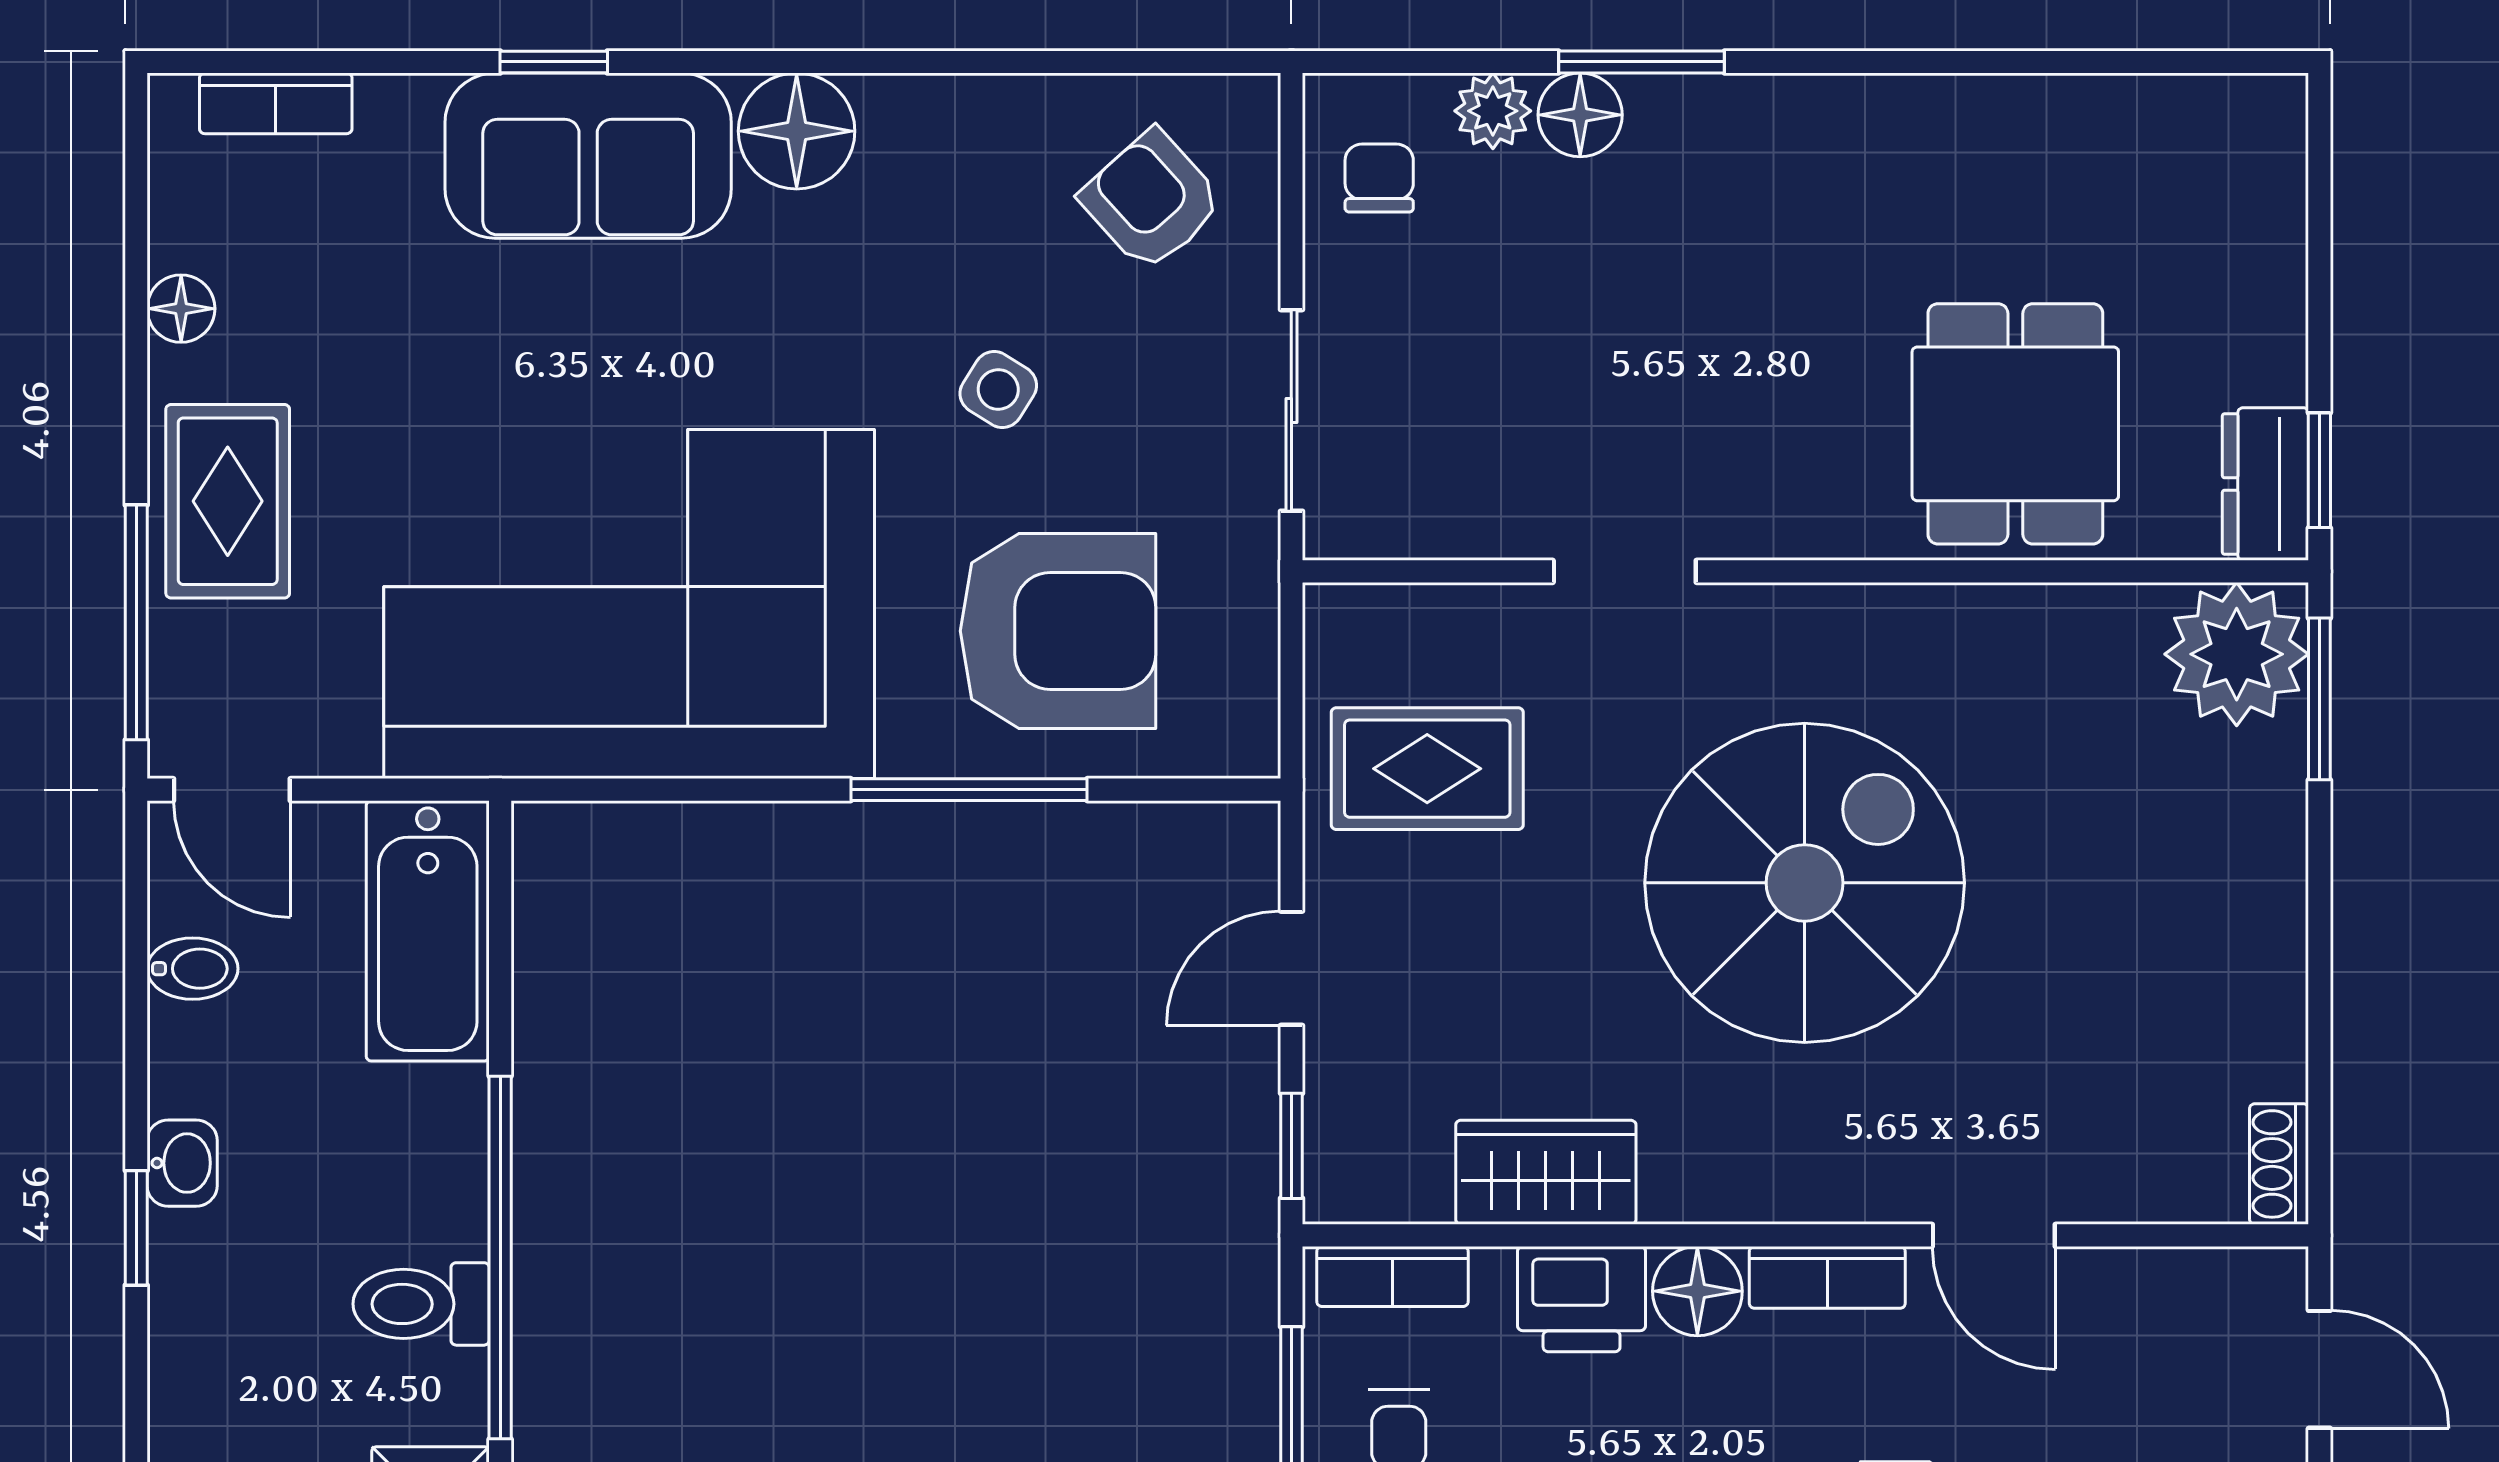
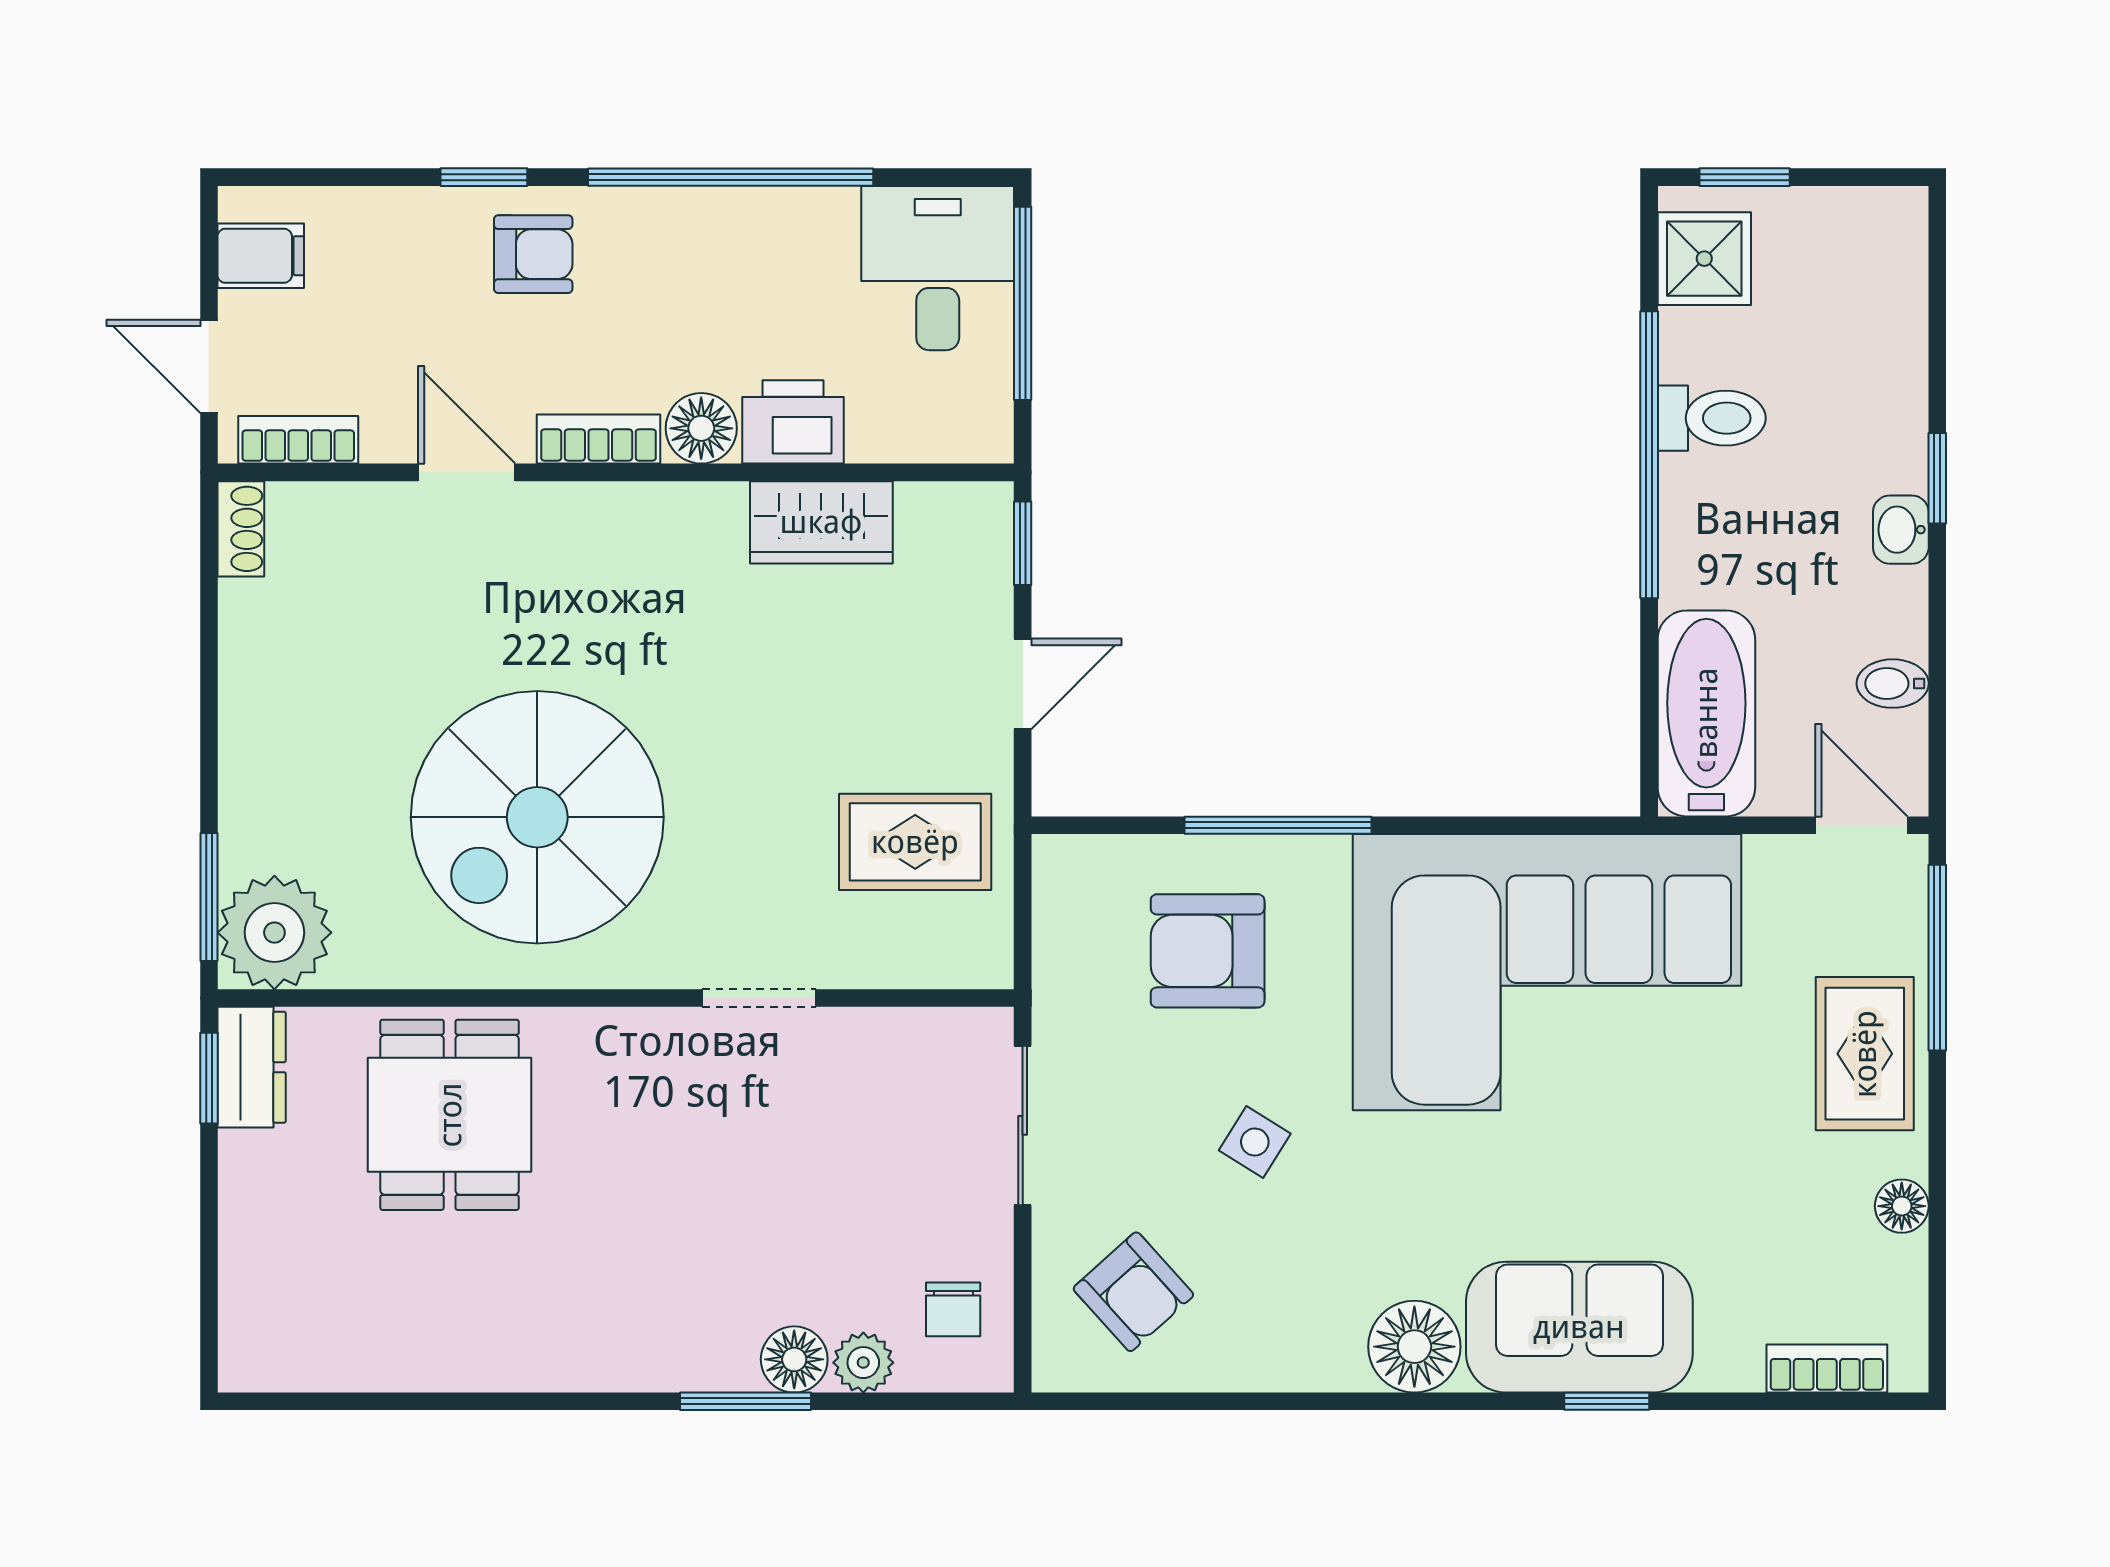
armchair: (1058, 631) -> (1208, 951), width x0.73, depth x0.73
spiral stairs: (1805, 883) -> (537, 817), moved
bookcase: (1392, 1276) -> (298, 440), moved

